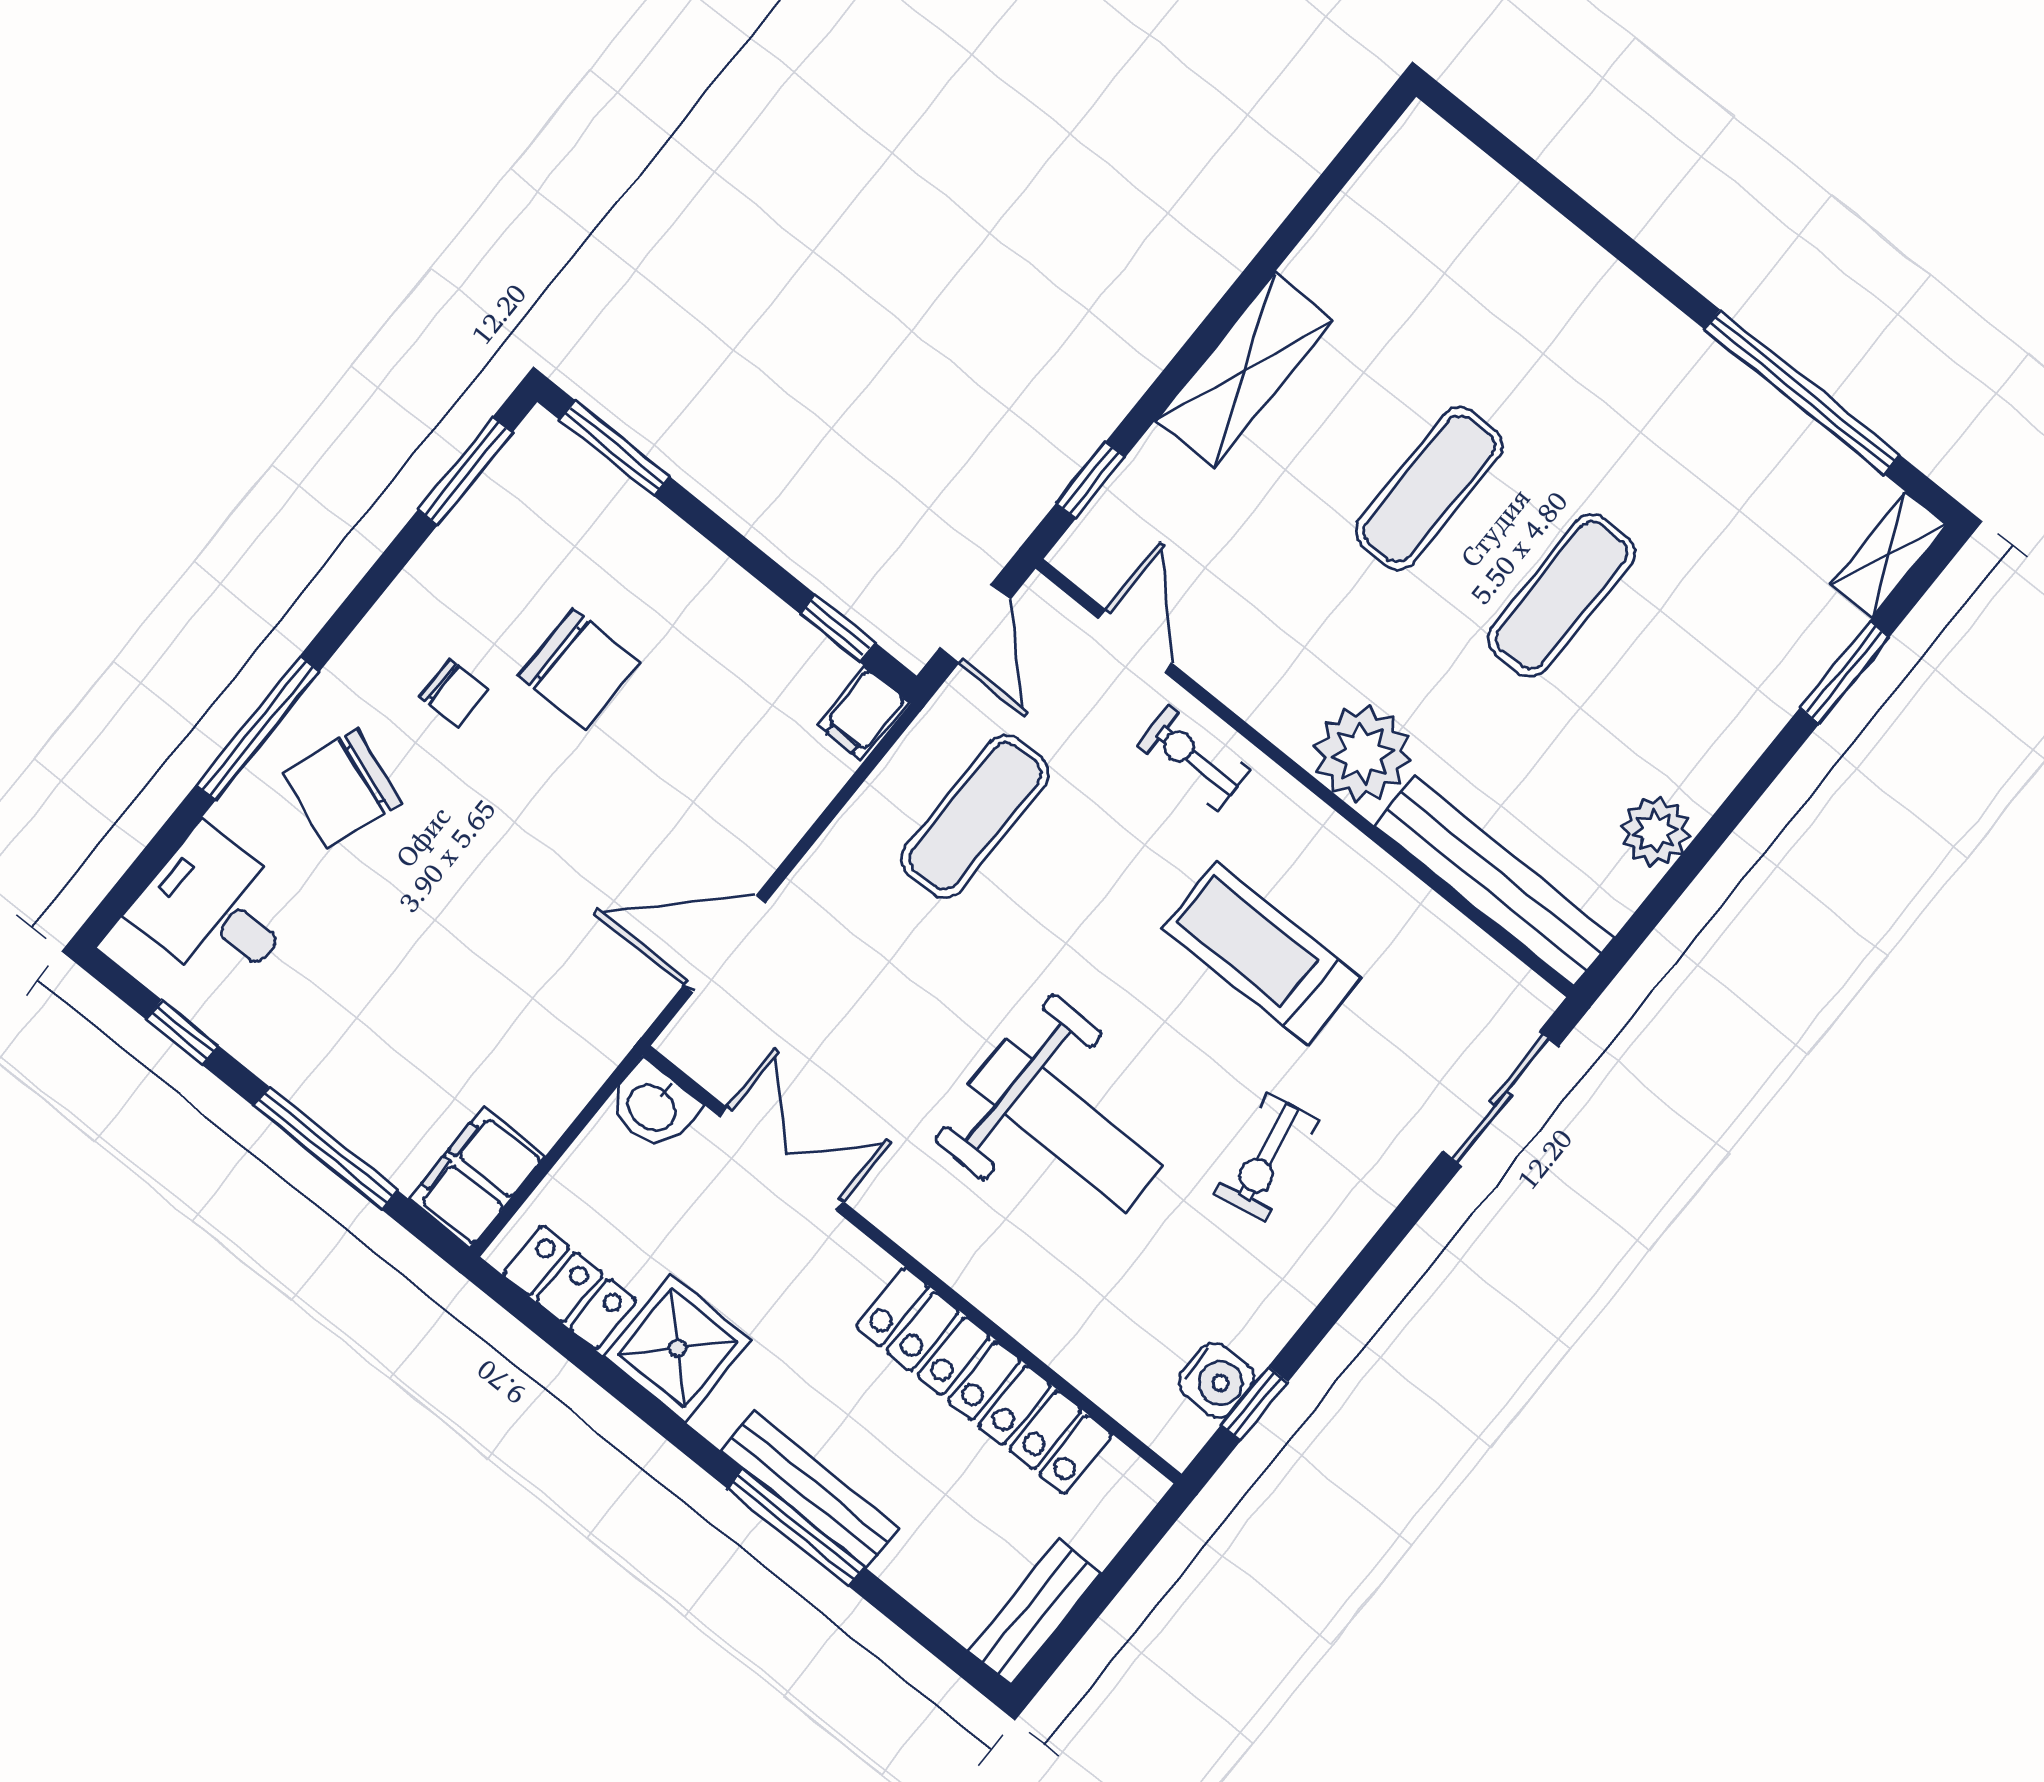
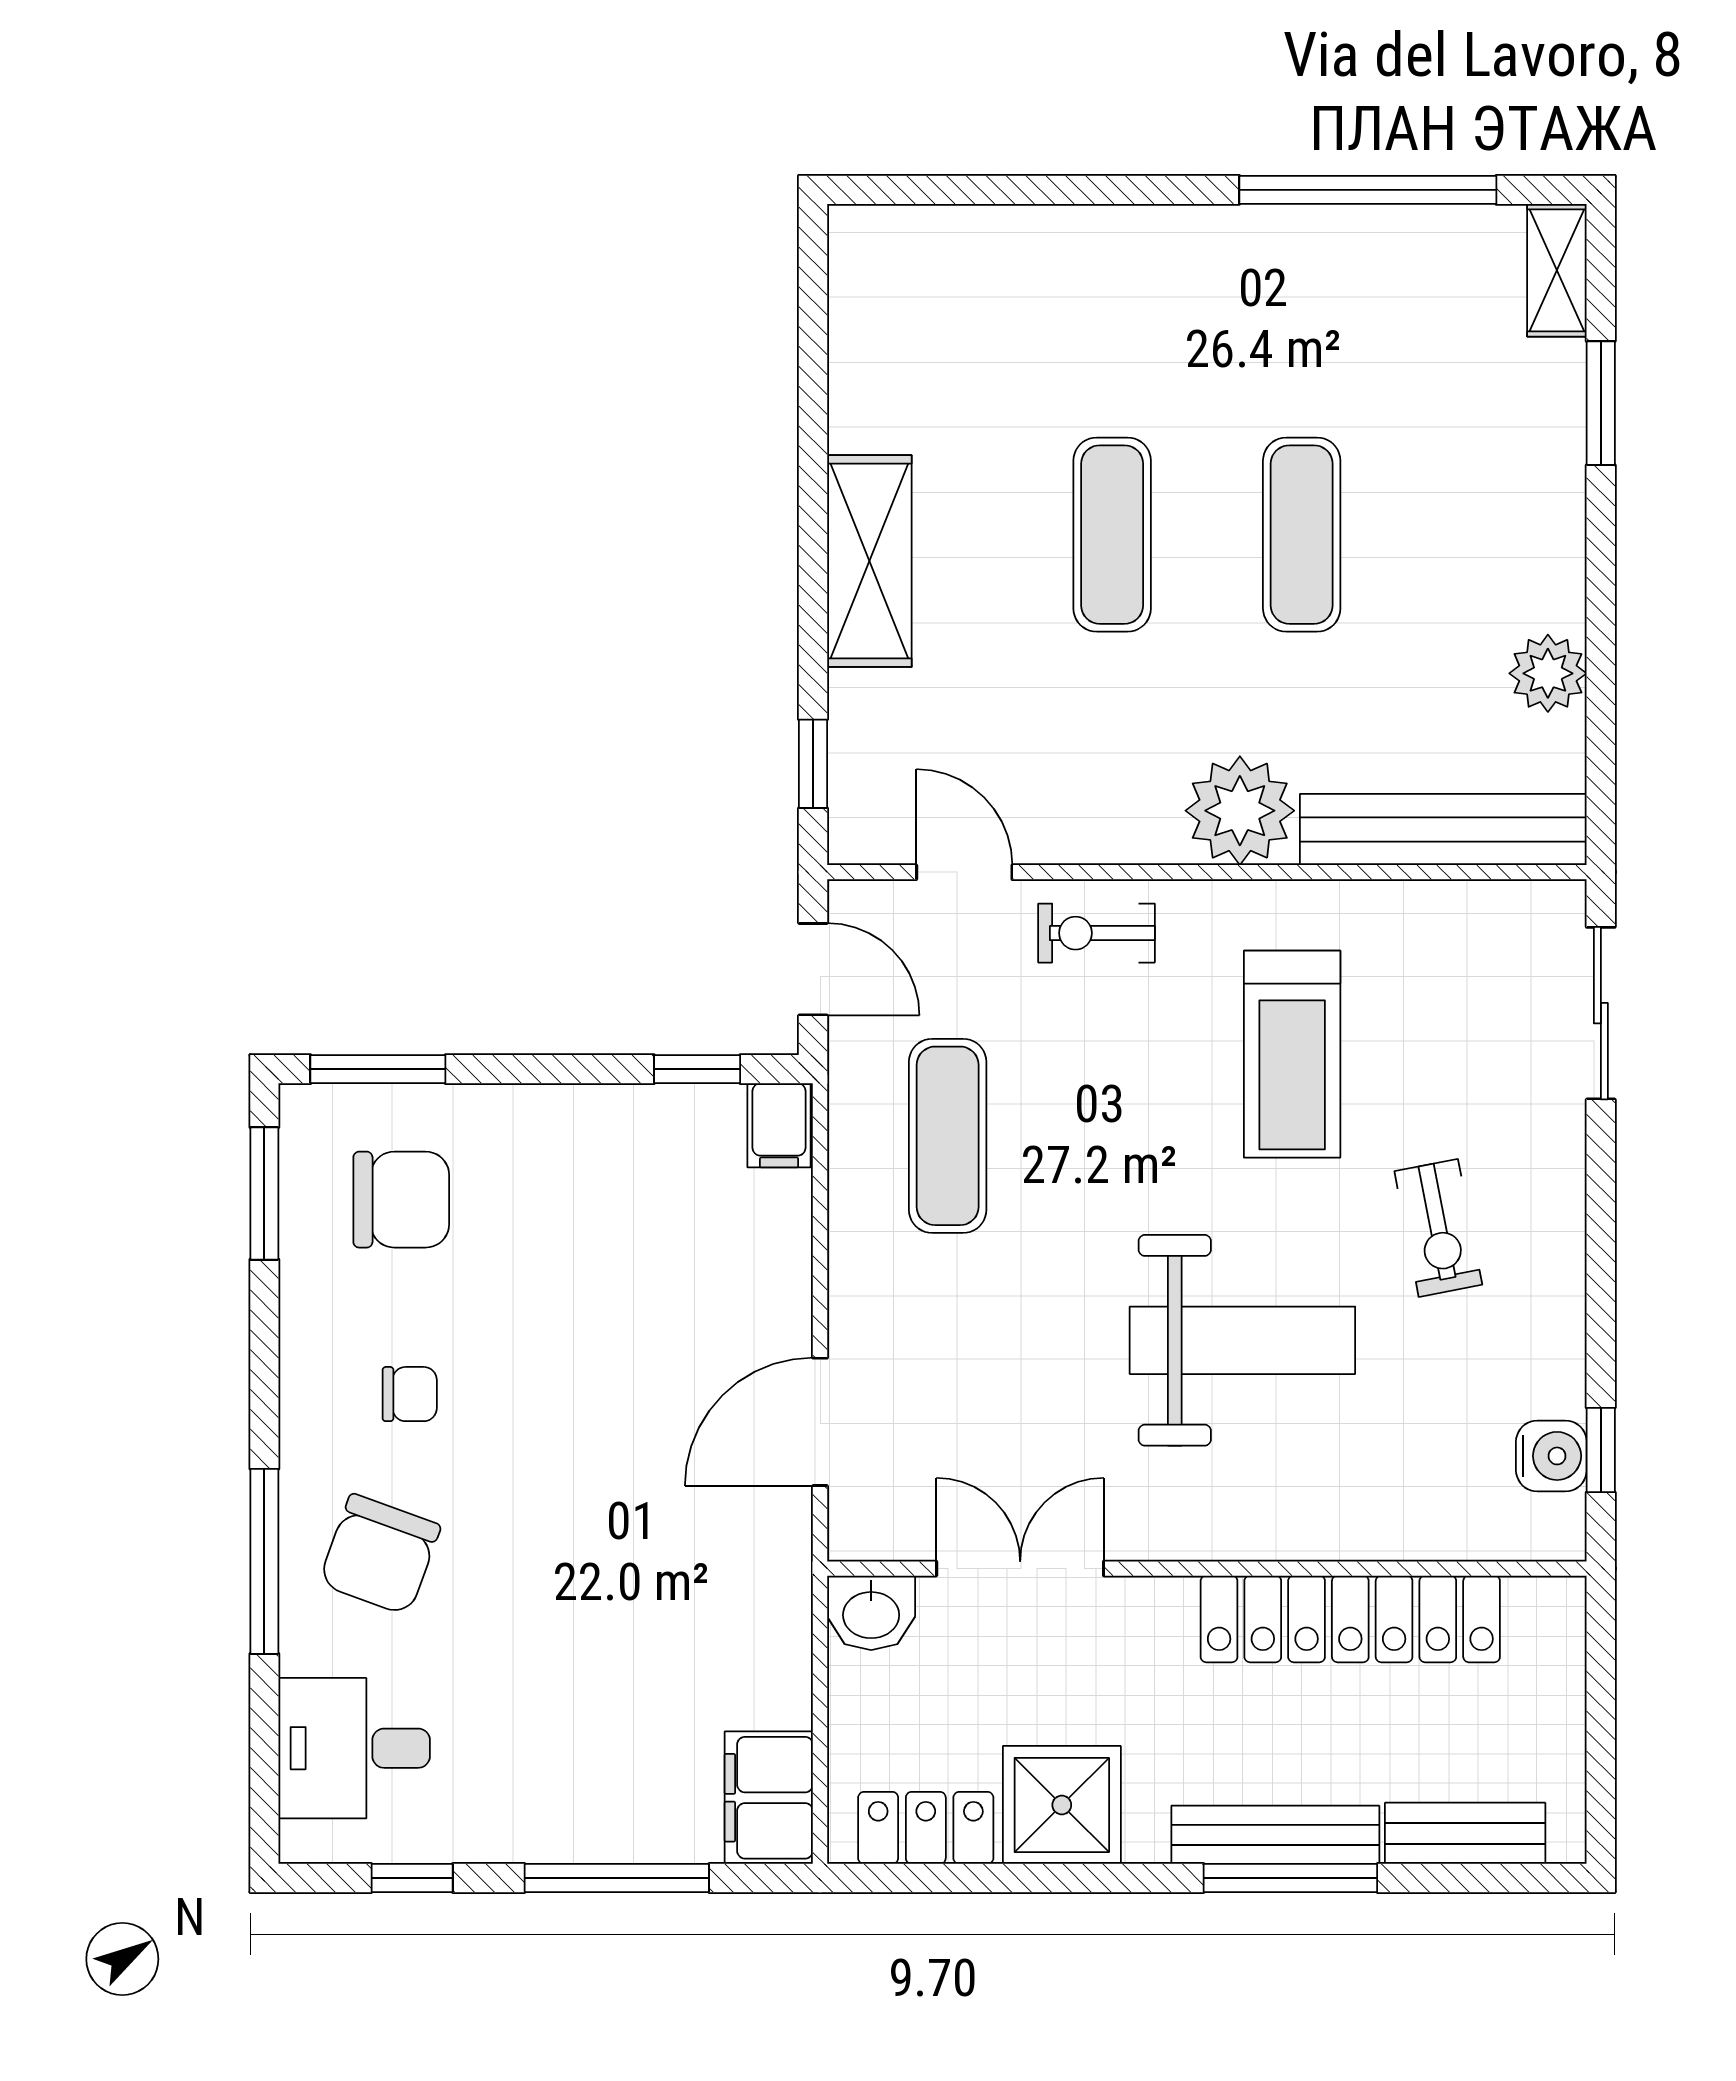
chair: (579, 669) -> (401, 1200), moved
treadmill: (1262, 953) -> (1292, 1054), turned -90
bench: (1035, 1612) -> (1465, 1833), moved, turned 90

